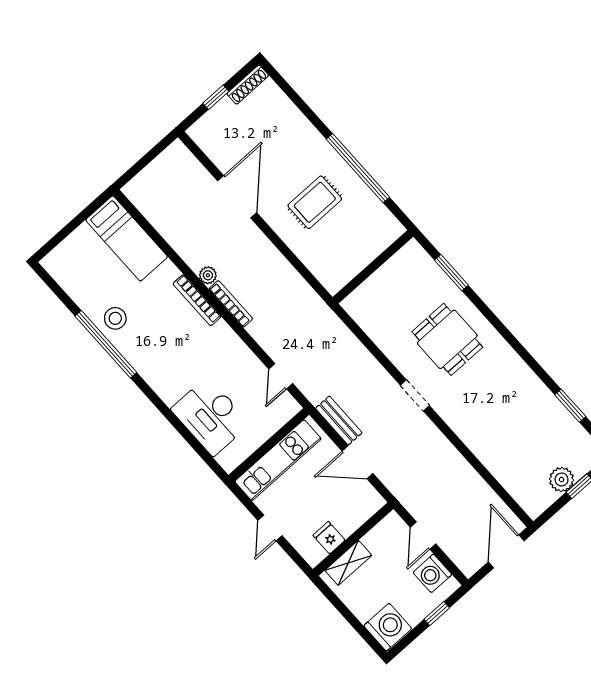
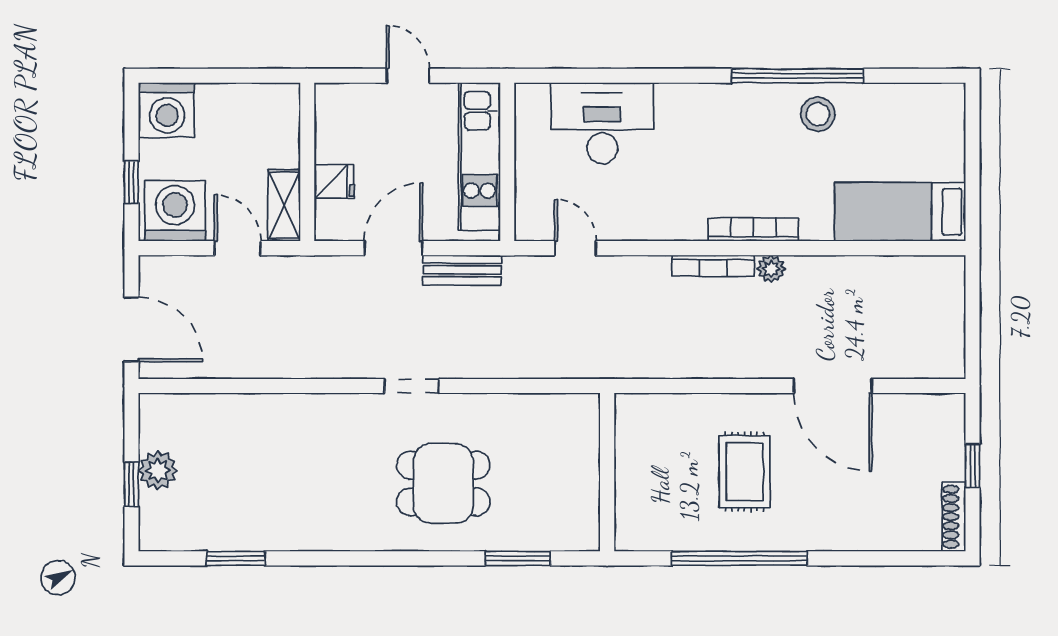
fridge: (329, 538) -> (334, 181), moved
shelving: (348, 563) -> (284, 205), moved
washing machine: (432, 573) -> (175, 211), width x1.37, depth x1.37

